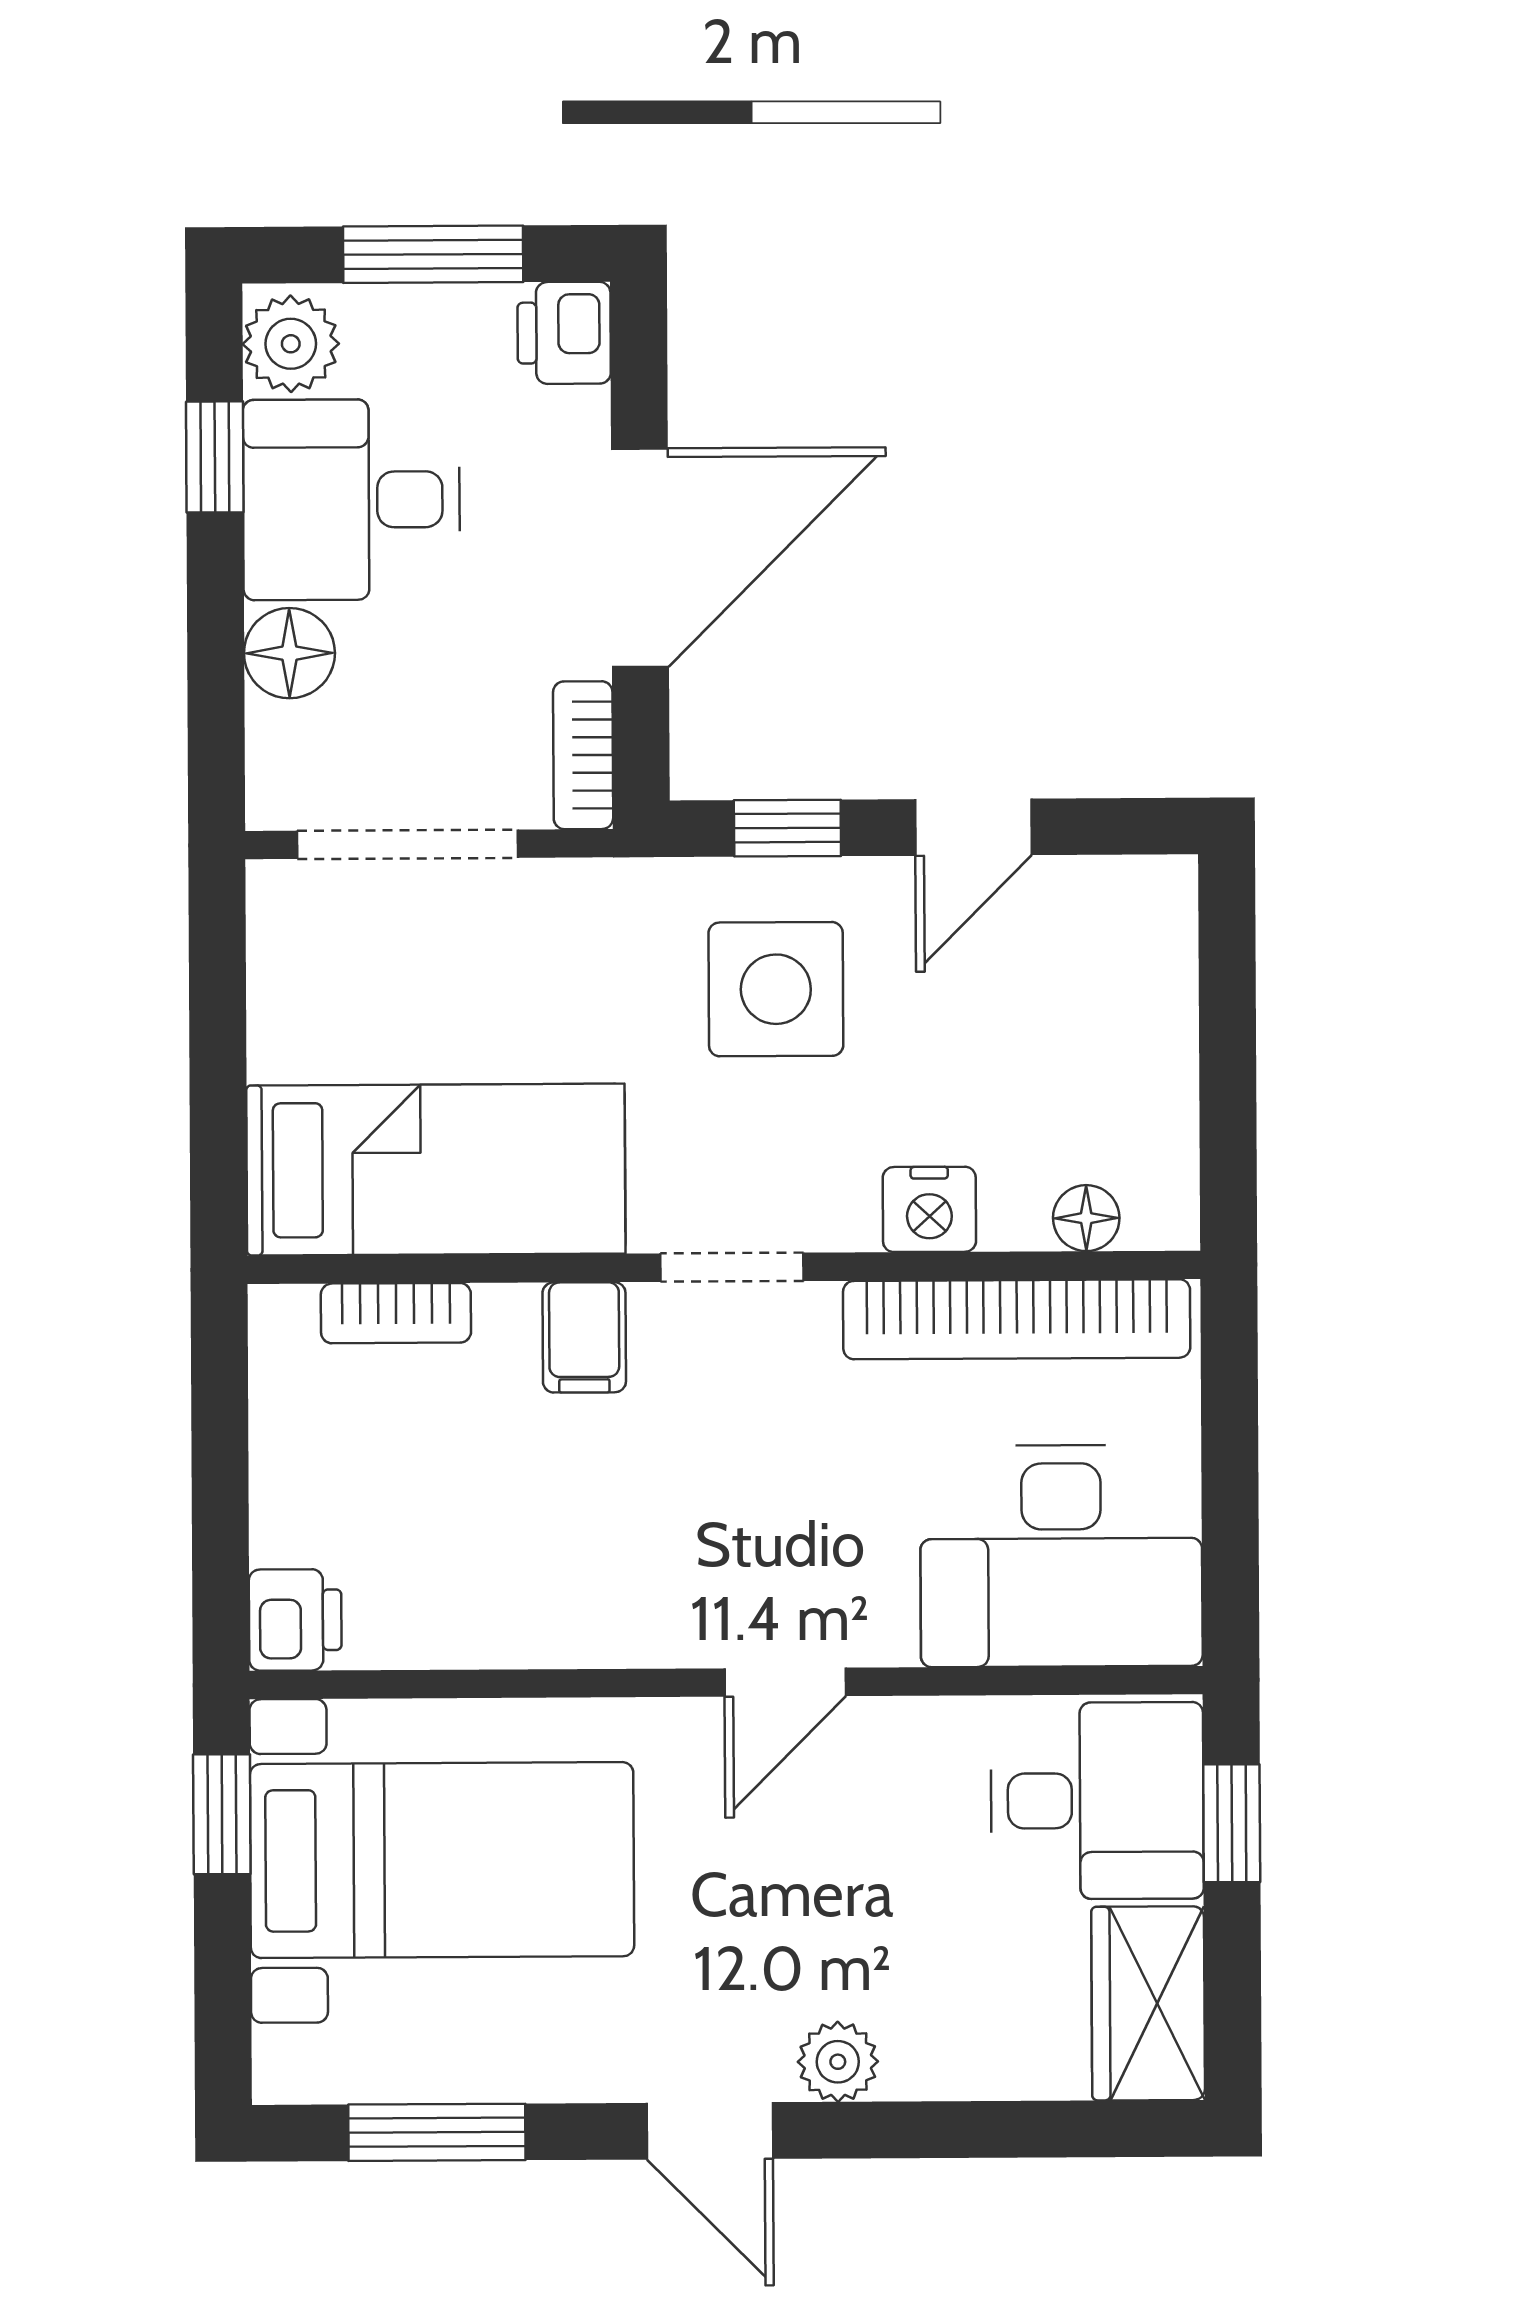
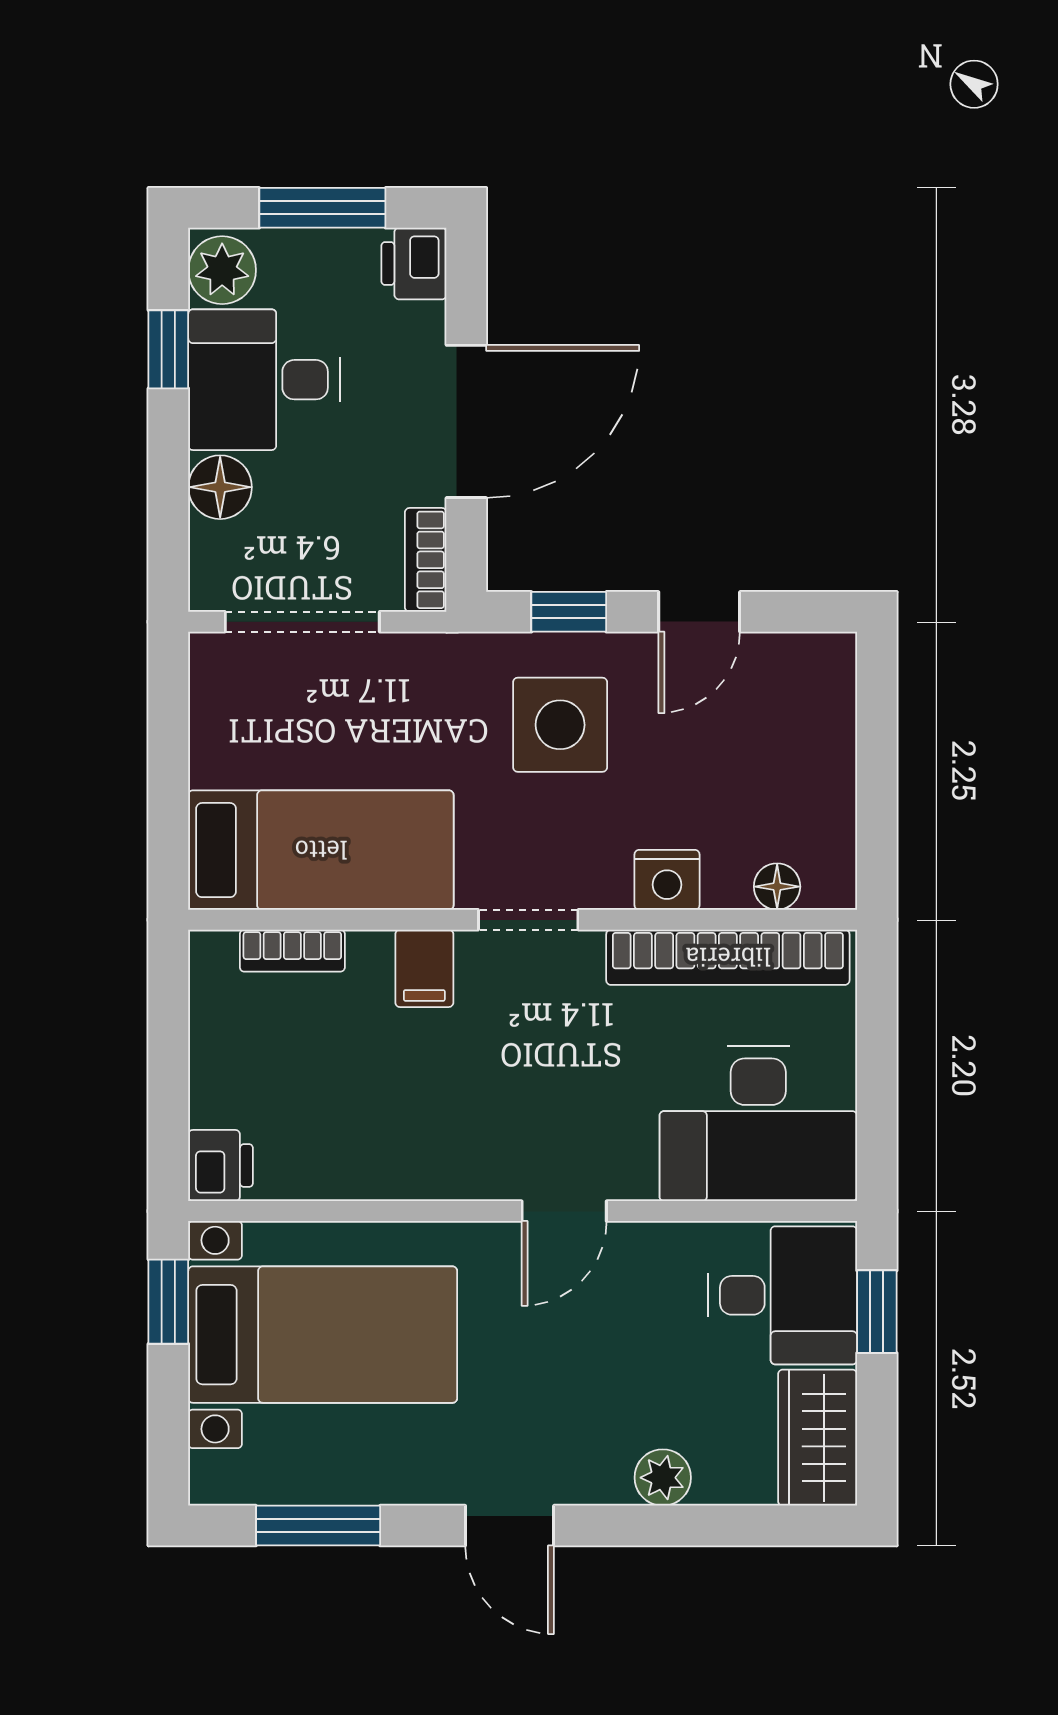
plant: (838, 2062) -> (663, 1478), moved

